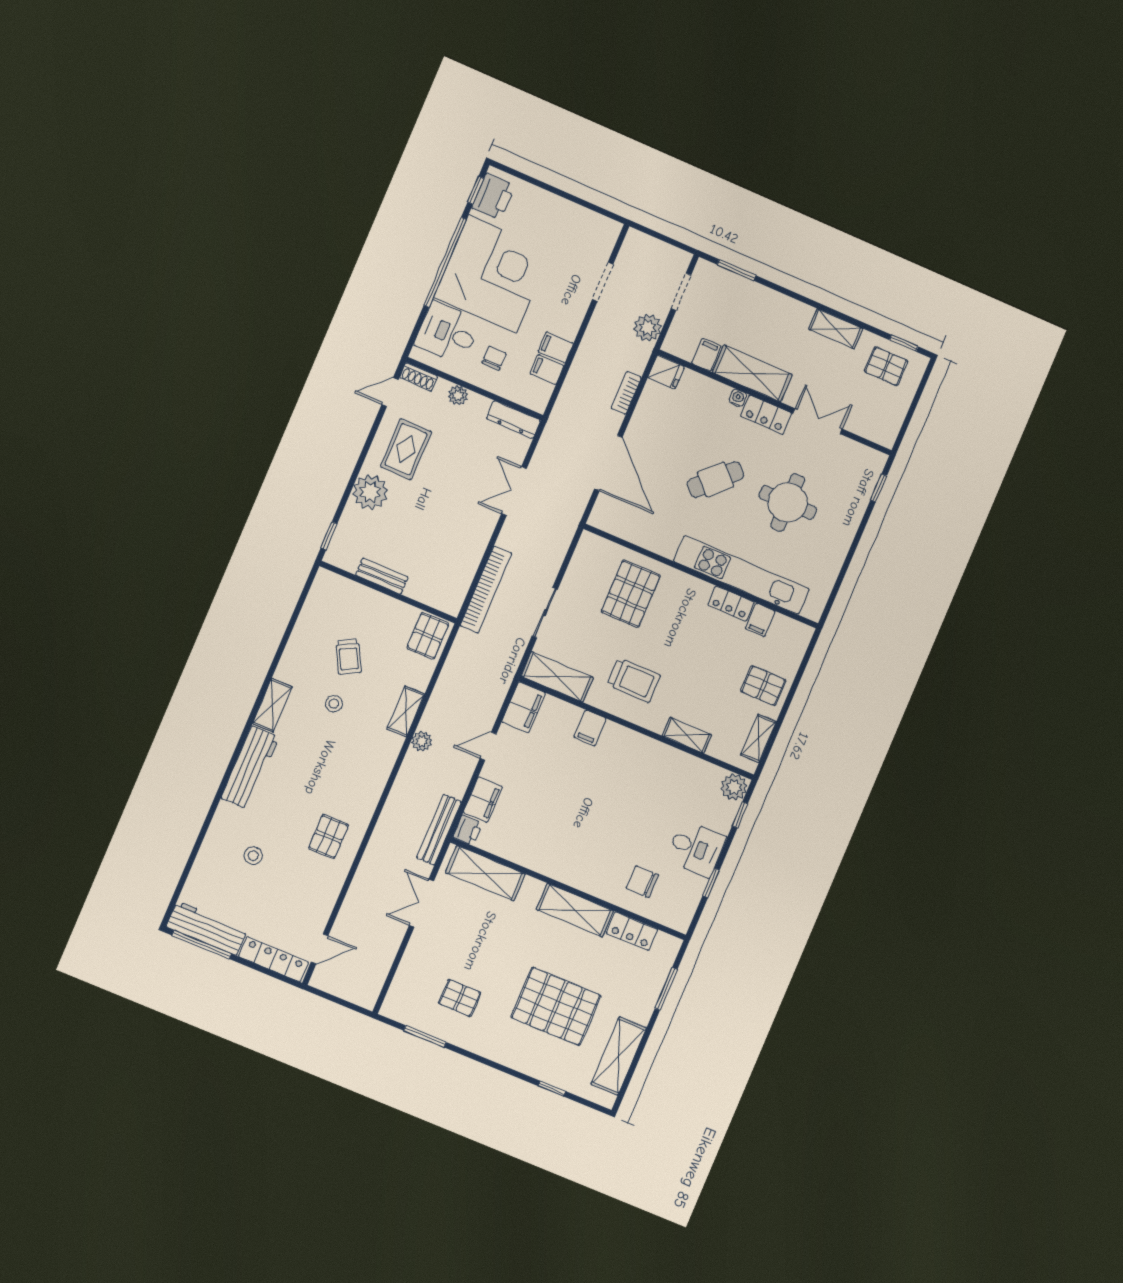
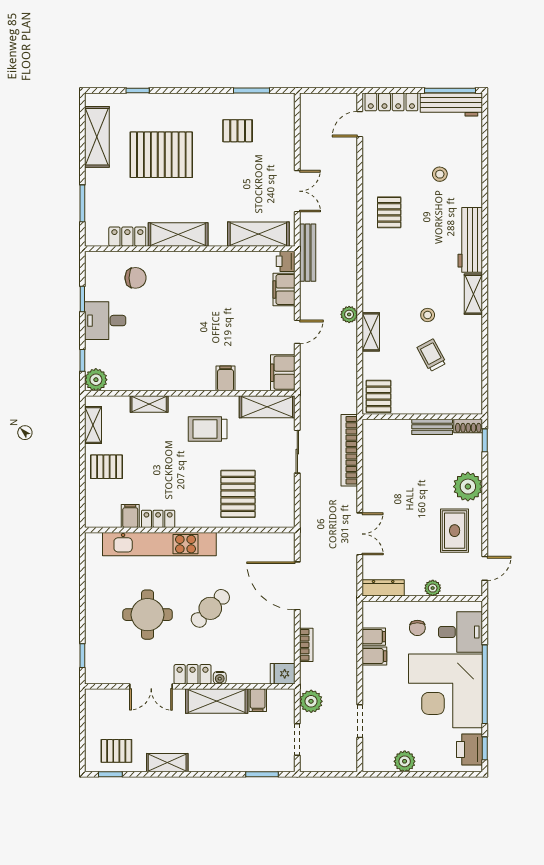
plant: (572, 215) -> (405, 761), added
shoe rack: (419, 377) -> (468, 426), moved, turned 180

